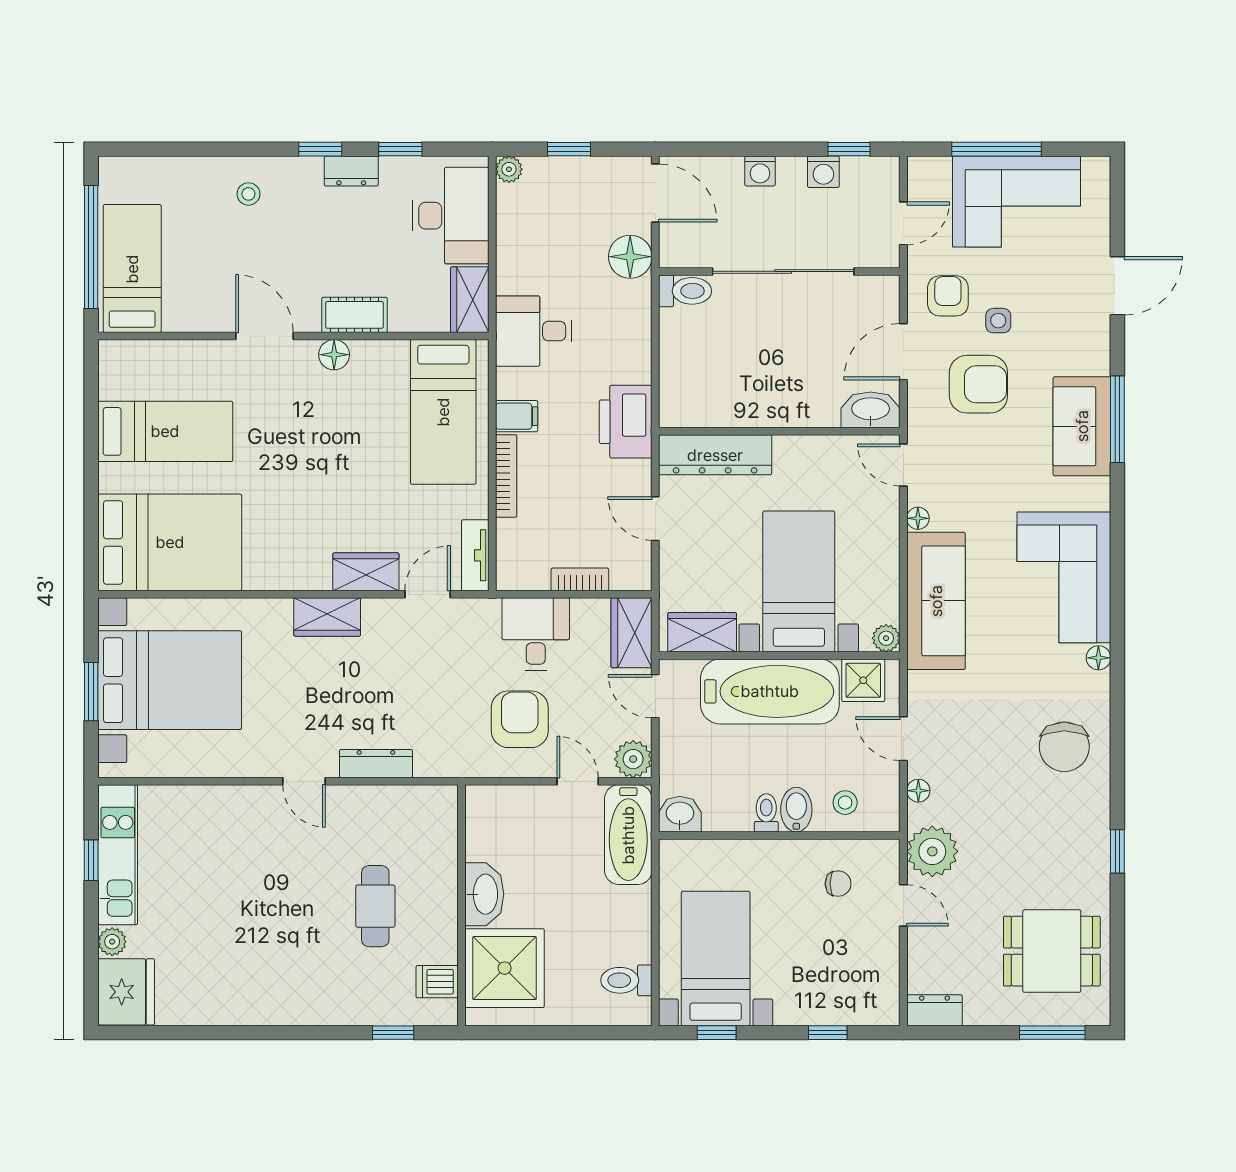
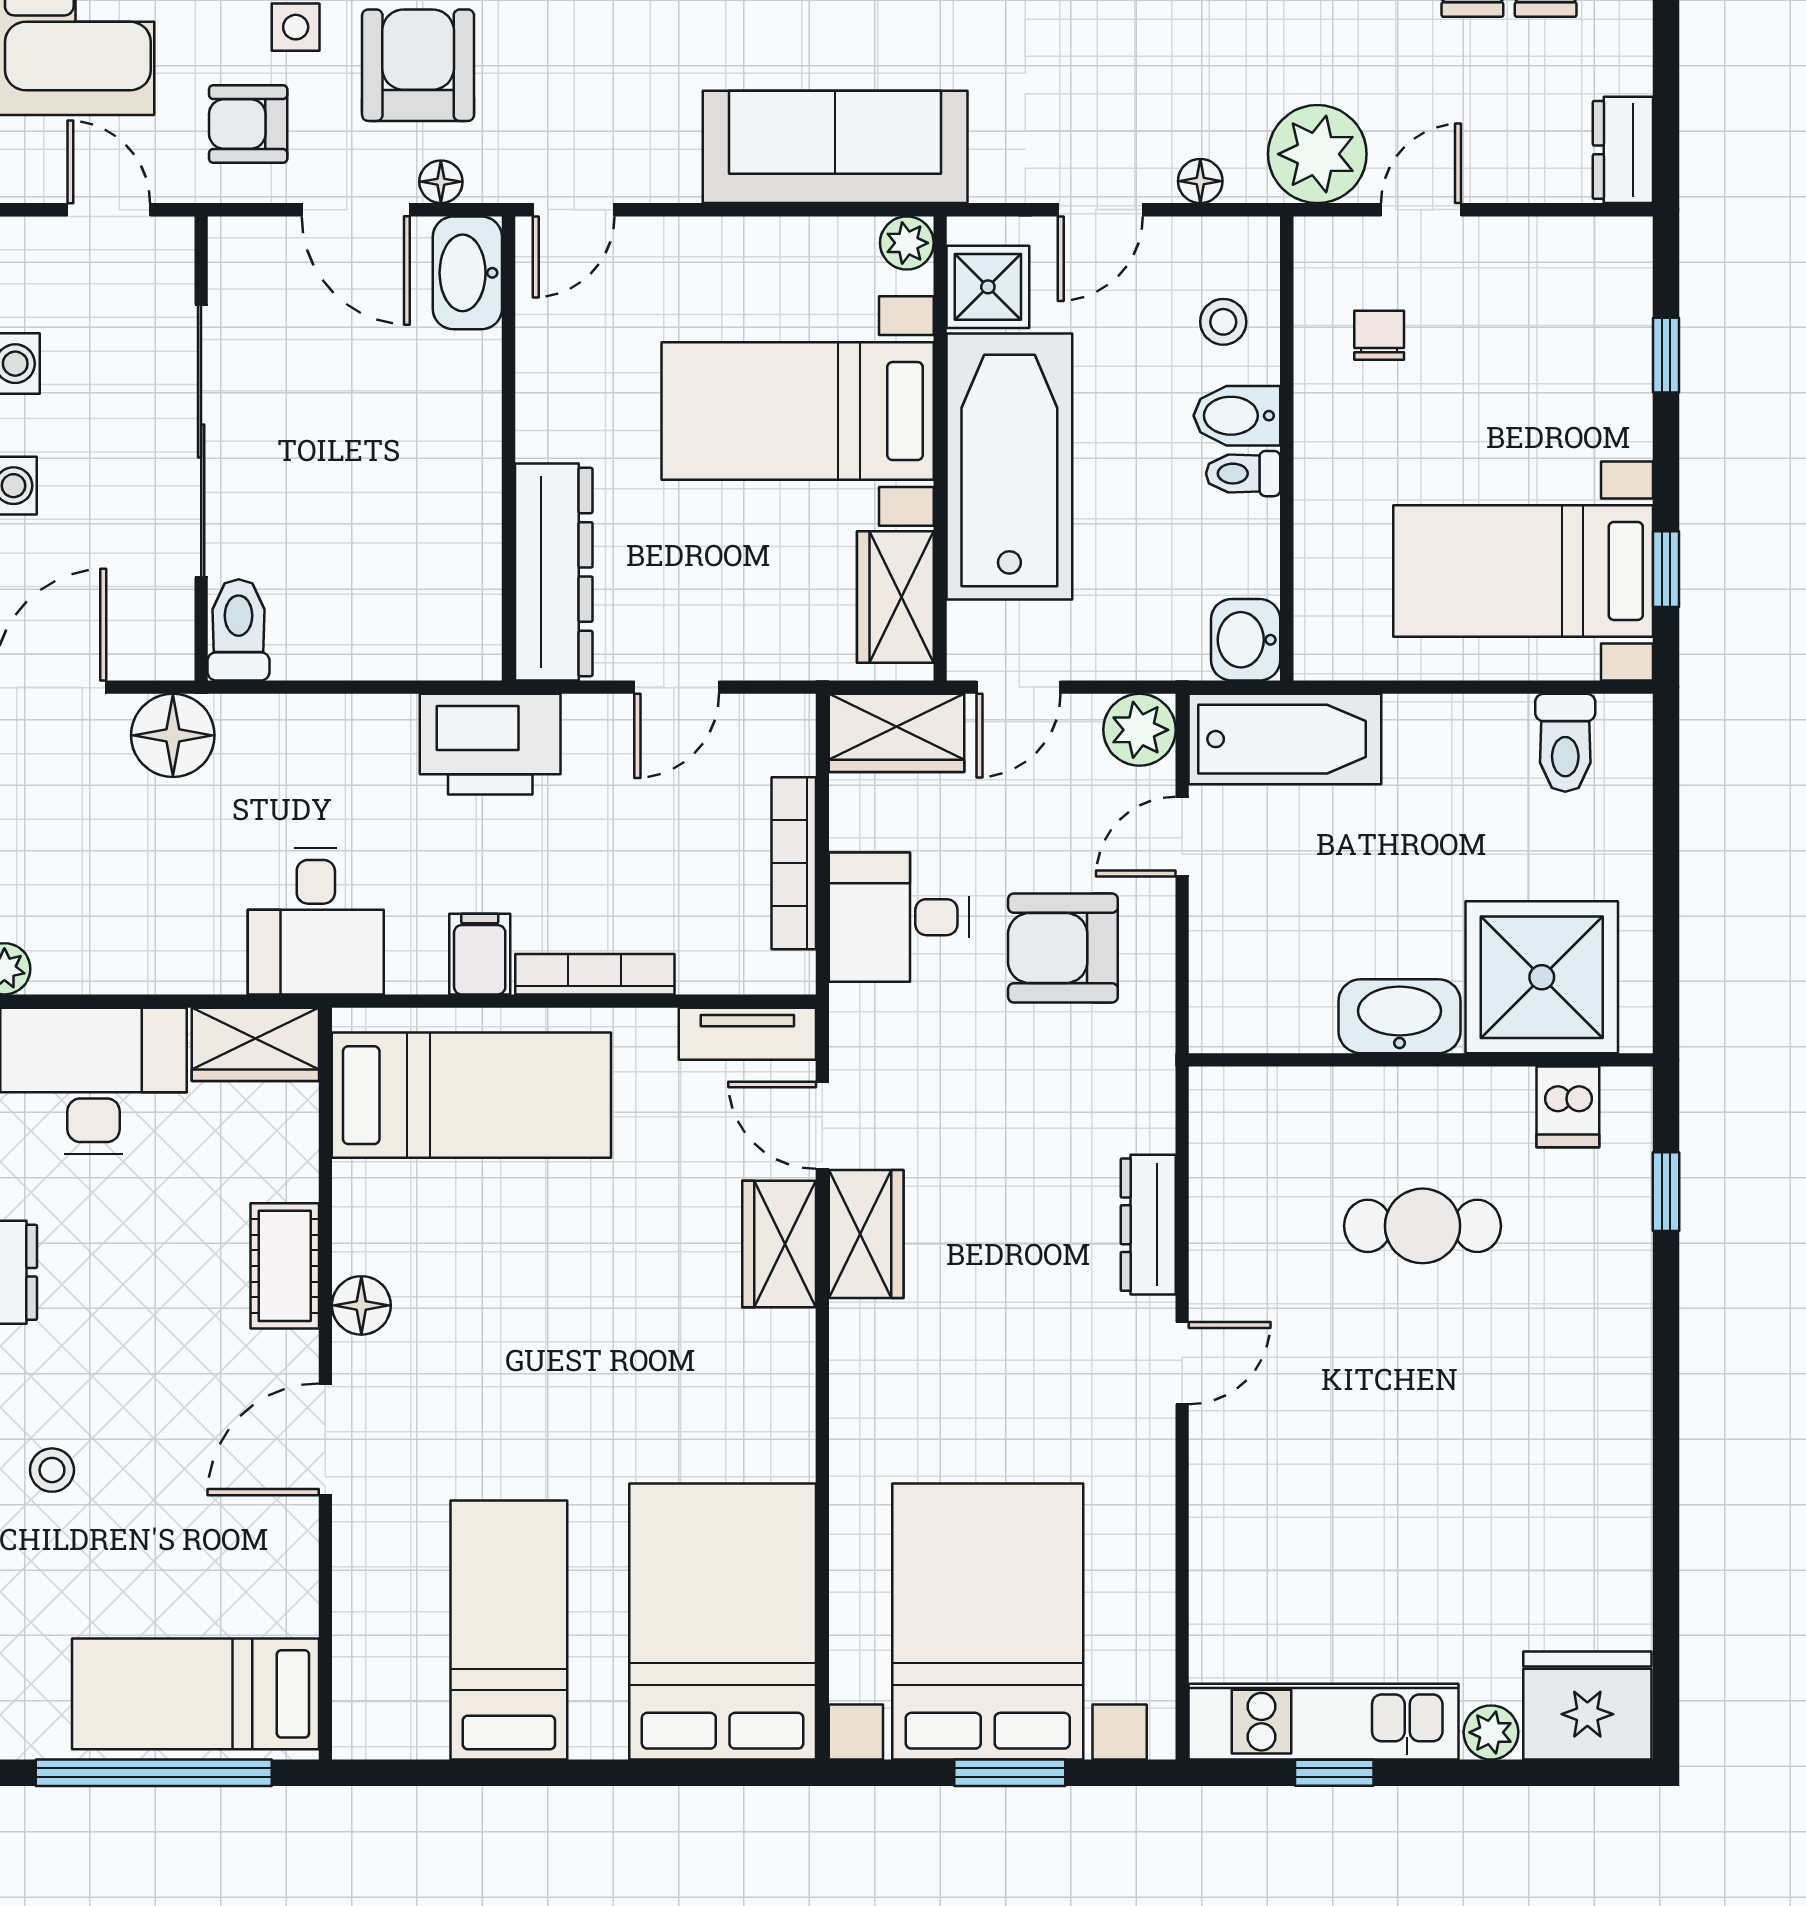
floor lamp: (918, 518) -> (441, 182), moved
bookcase: (580, 579) -> (794, 863), width x1.56
wardrobe: (327, 617) -> (866, 1234), moved

